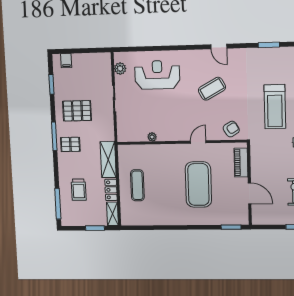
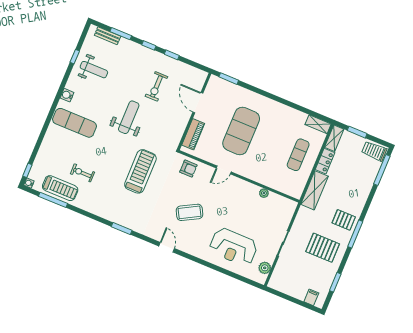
armchair: (231, 129) -> (188, 169), turned -149
trolley: (79, 190) -> (374, 151), moved, turned -90
shelving: (132, 220) -> (318, 124), added

